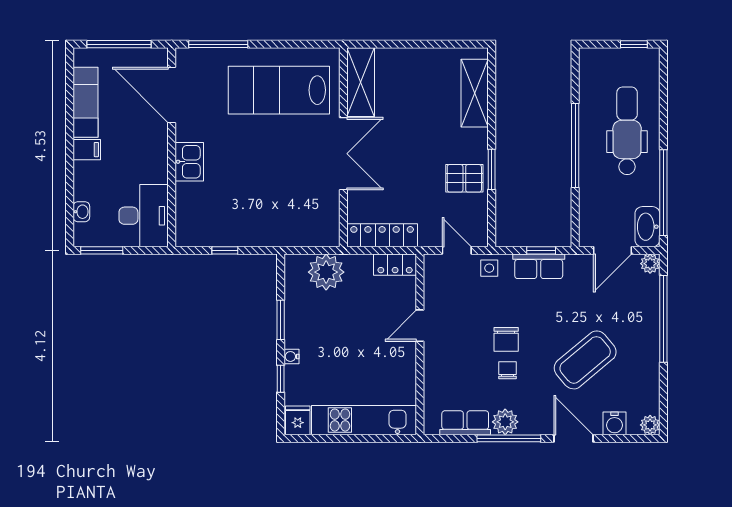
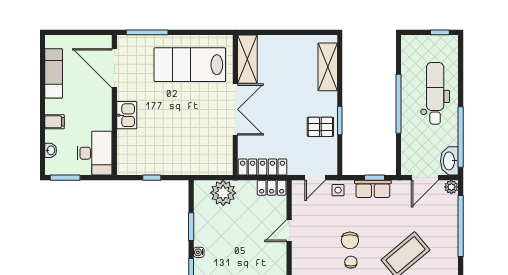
window: (119, 44) -> (77, 32), removed
filing cabinet: (87, 150) -> (55, 122), moved
door: (457, 250) -> (315, 178), swing flipped

